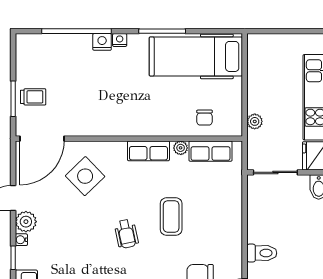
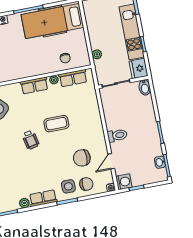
coffee table: (171, 217) -> (56, 124), turned 90

